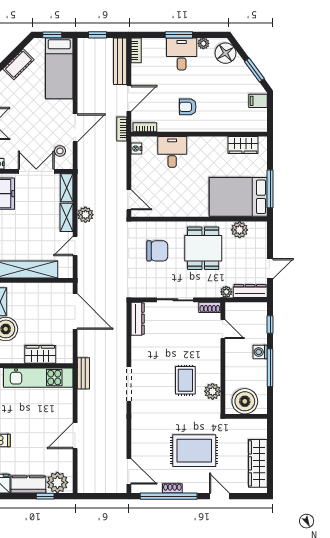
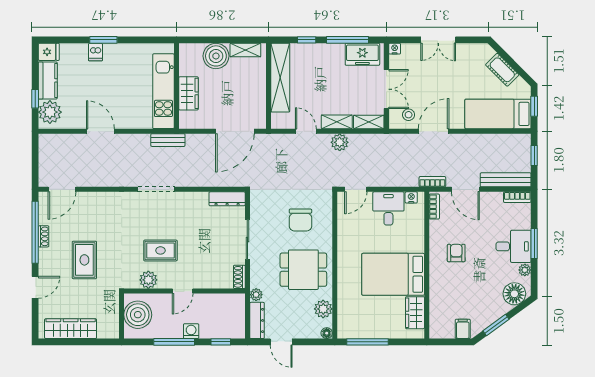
door: (75, 128) -> (434, 131), swing flipped
desk: (172, 152) -> (388, 208), moved, turned -90
bed: (238, 197) -> (393, 274), moved, turned -90
floor lamp: (262, 227) -> (327, 333), added
door: (223, 329) -> (183, 291), moved
rug: (194, 451) -> (84, 260), width x0.73, depth x0.70

